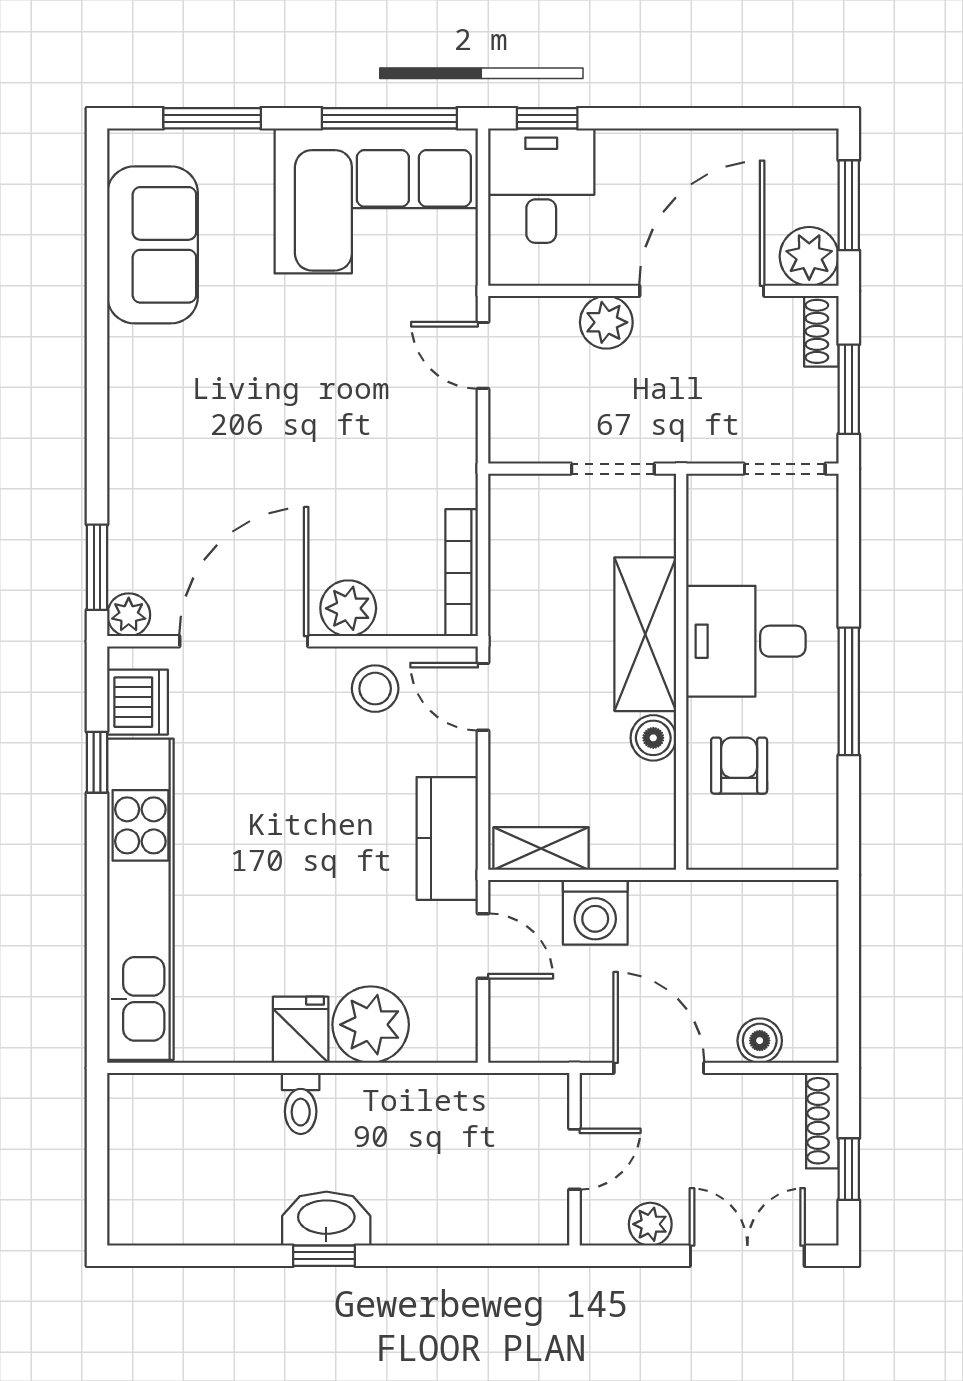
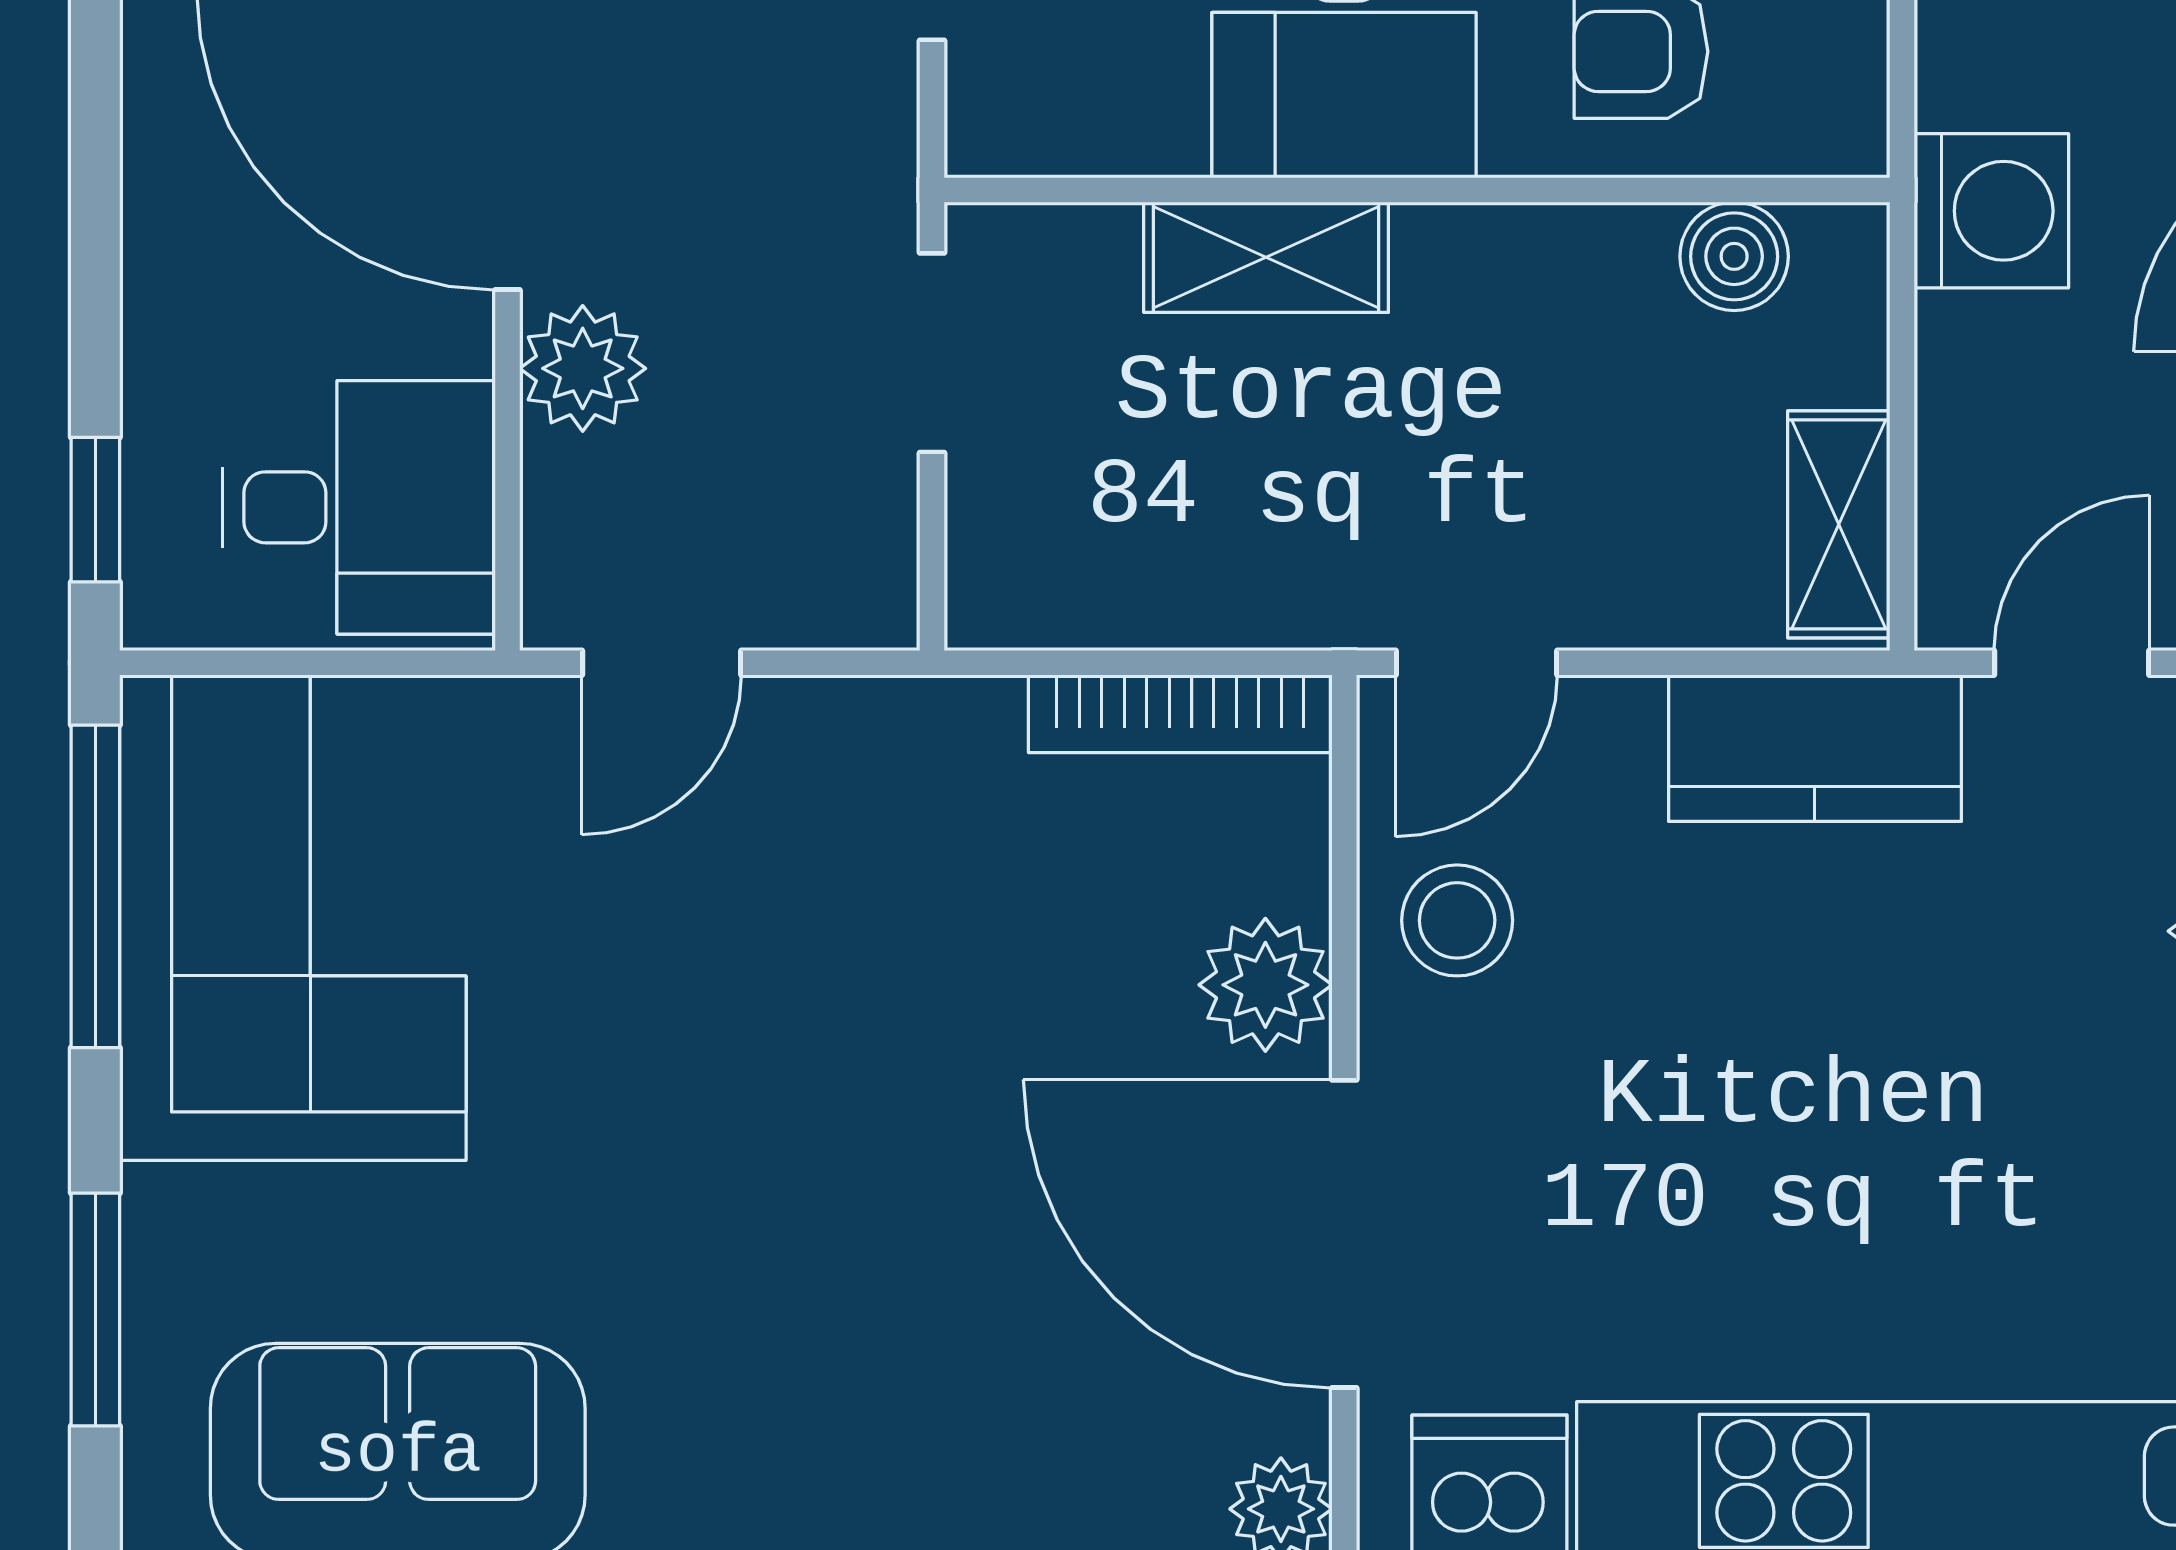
desk: (541, 186) -> (359, 507), moved, turned 180
shelving: (645, 634) -> (1266, 257), width x0.67, depth x0.75
boiler: (653, 738) -> (1734, 256), moved
washing machine: (595, 912) -> (1991, 211), moved

